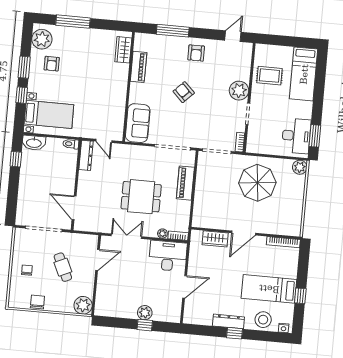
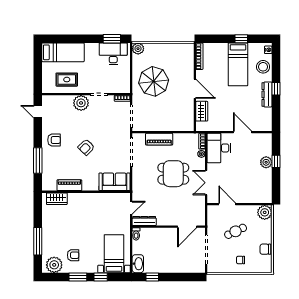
rug: (269, 76) -> (67, 80), turned 90
dining table: (141, 197) -> (173, 174), turned 90

